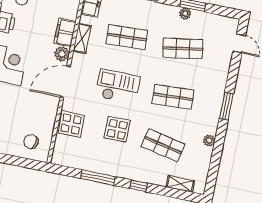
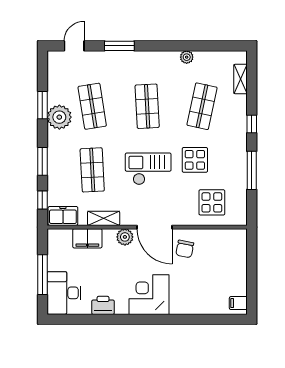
plant: (185, 14) -> (59, 117), width x1.87, depth x1.87
filing cabinet: (65, 32) -> (87, 238), moved
checkout: (118, 87) -> (148, 169), turned 90
window: (226, 106) -> (119, 46), moved
display table: (71, 124) -> (212, 202), moved
chair: (31, 142) -> (185, 249), moved

